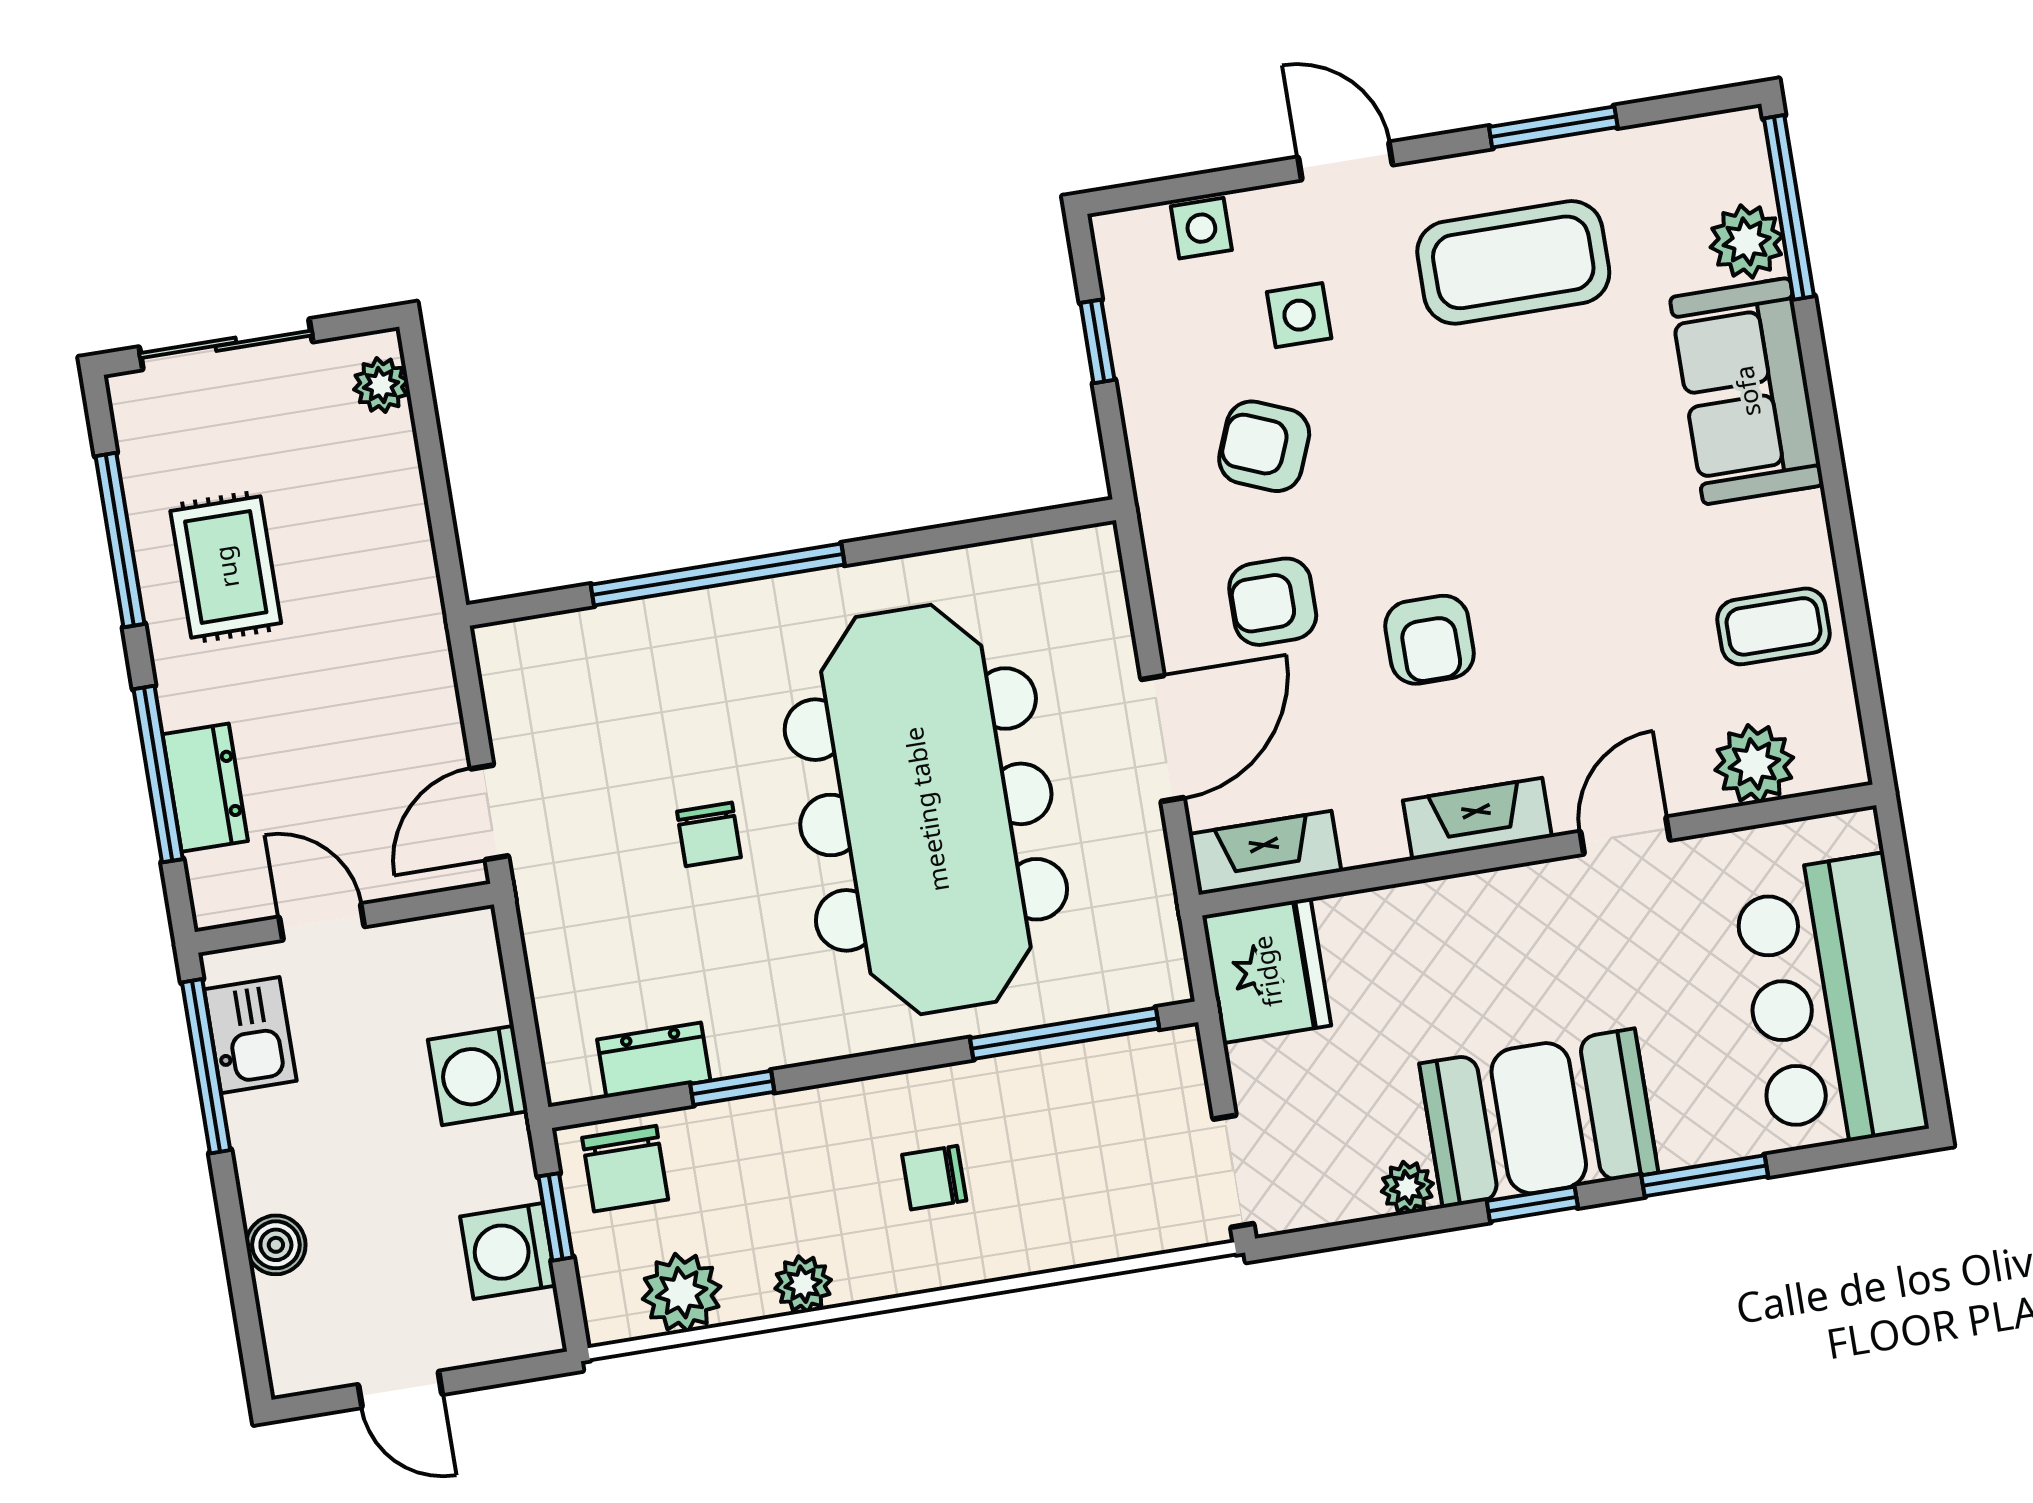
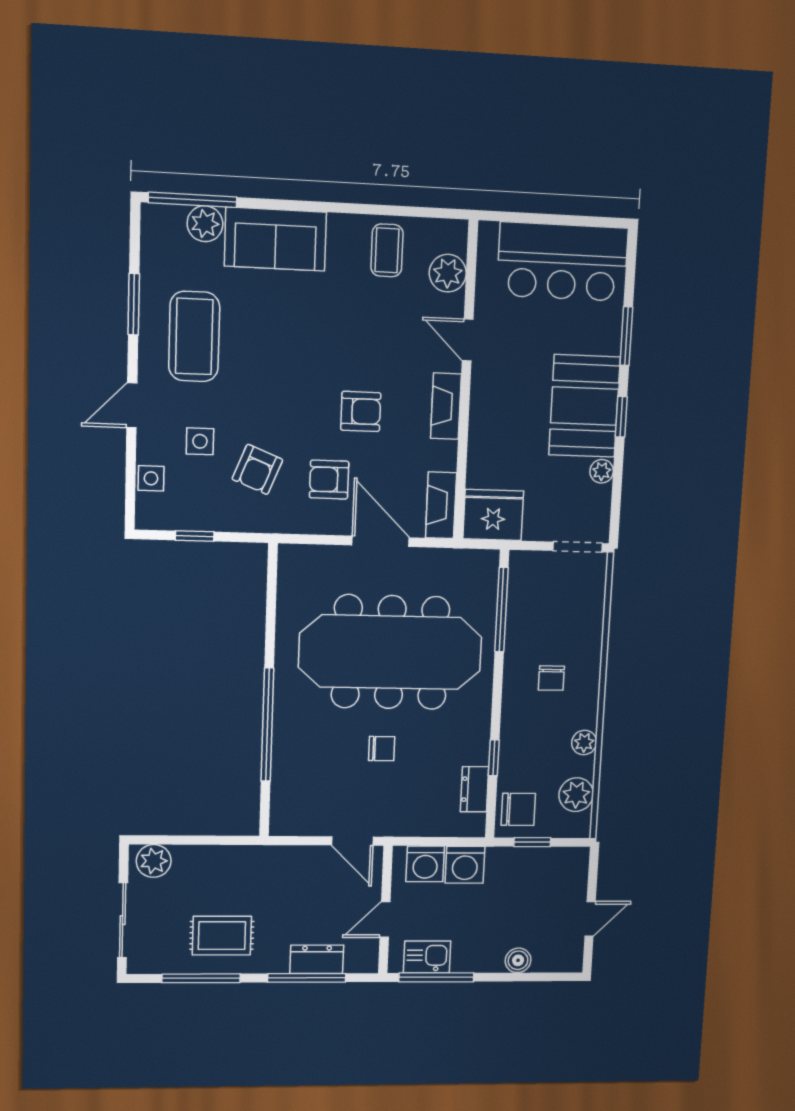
plant: (381, 385) -> (154, 861), width x1.38, depth x1.38
armchair: (1273, 602) -> (329, 480), turned 90
washing machine: (508, 1251) -> (425, 864), moved

